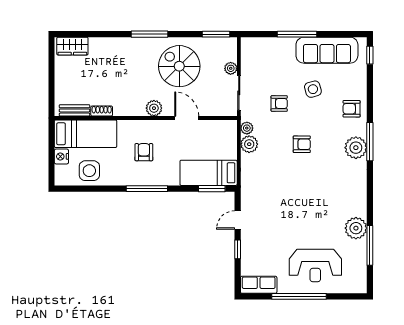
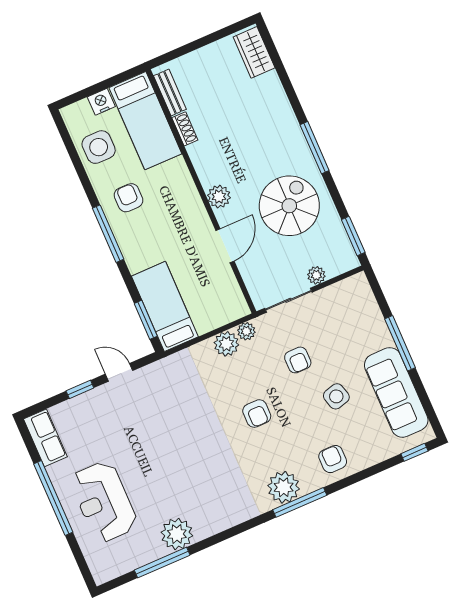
armchair: (144, 152) -> (129, 198), moved, turned -90

